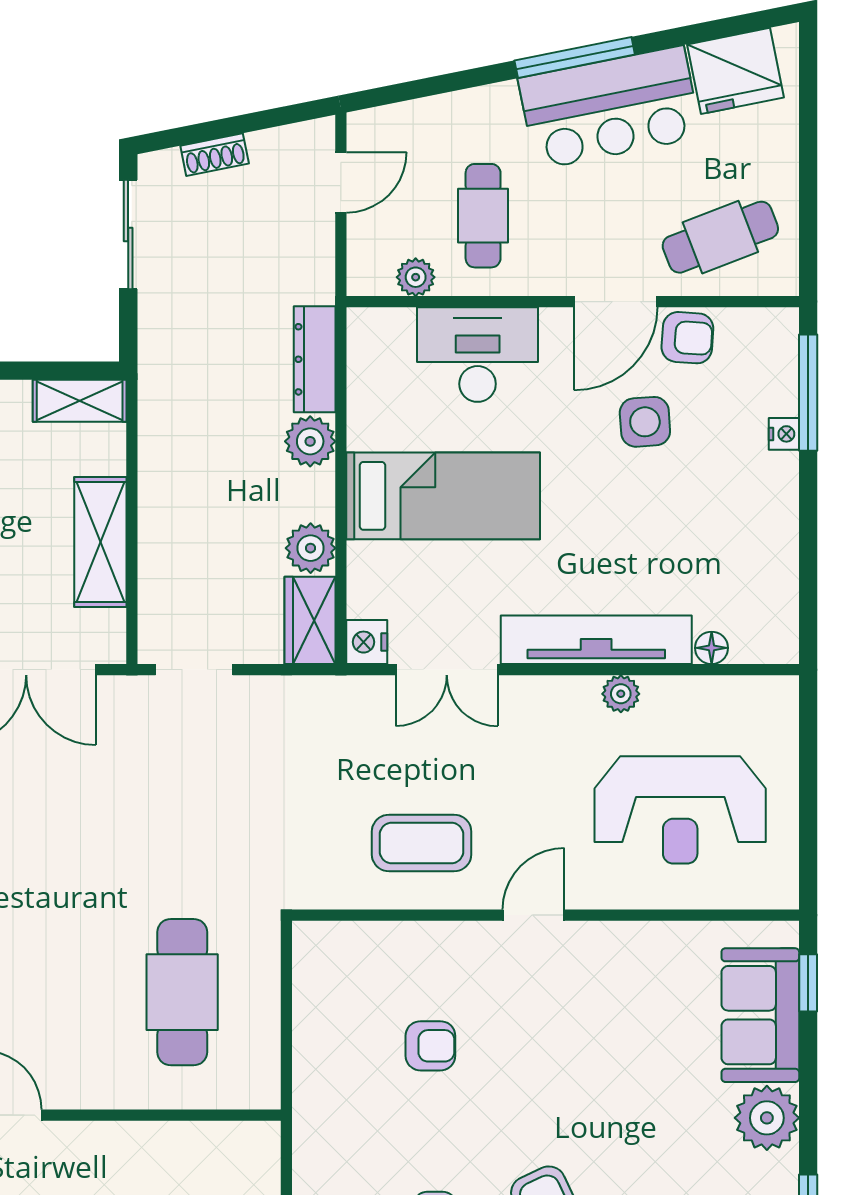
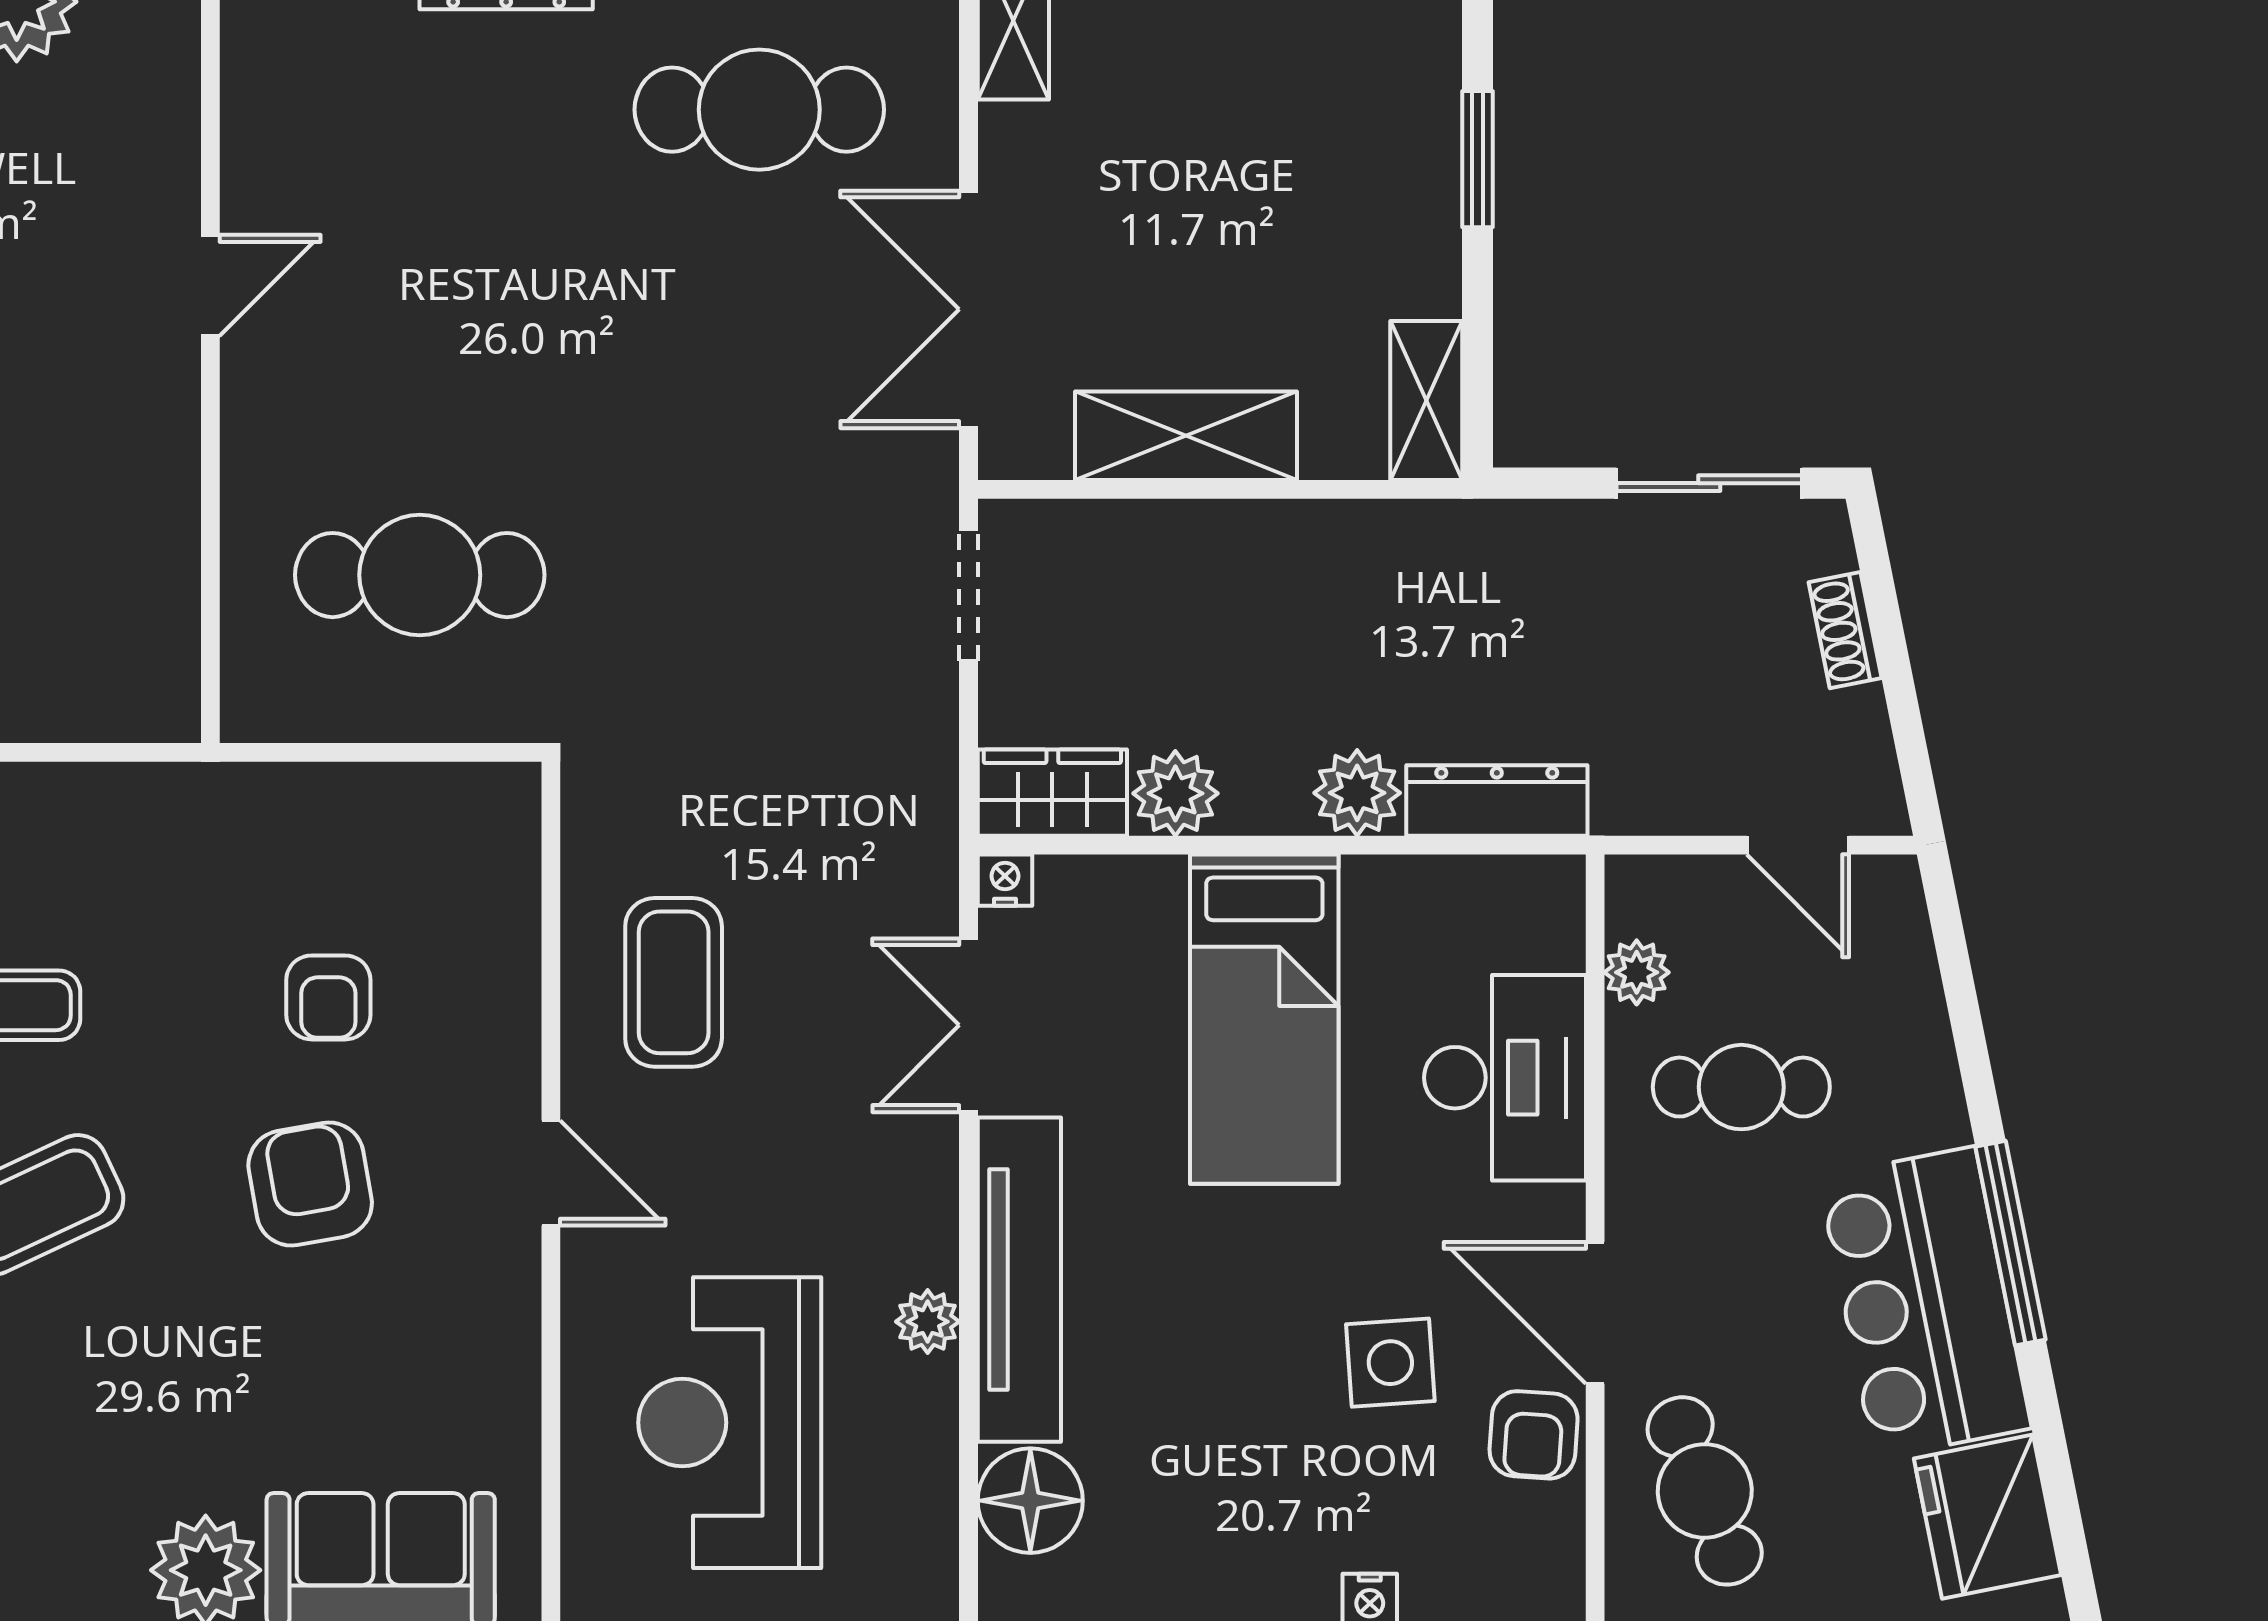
nightstand: (367, 642) -> (1005, 880), width x0.72, depth x0.74
floor lamp: (712, 648) -> (1030, 1501), width x1.89, depth x1.89
armchair: (540, 1057) -> (310, 1184), added

